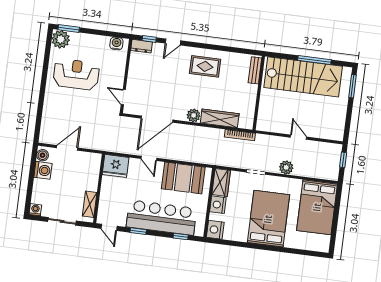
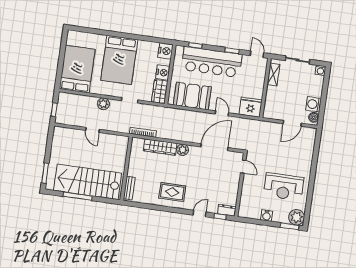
water cooler: (116, 43) -> (267, 216), moved

